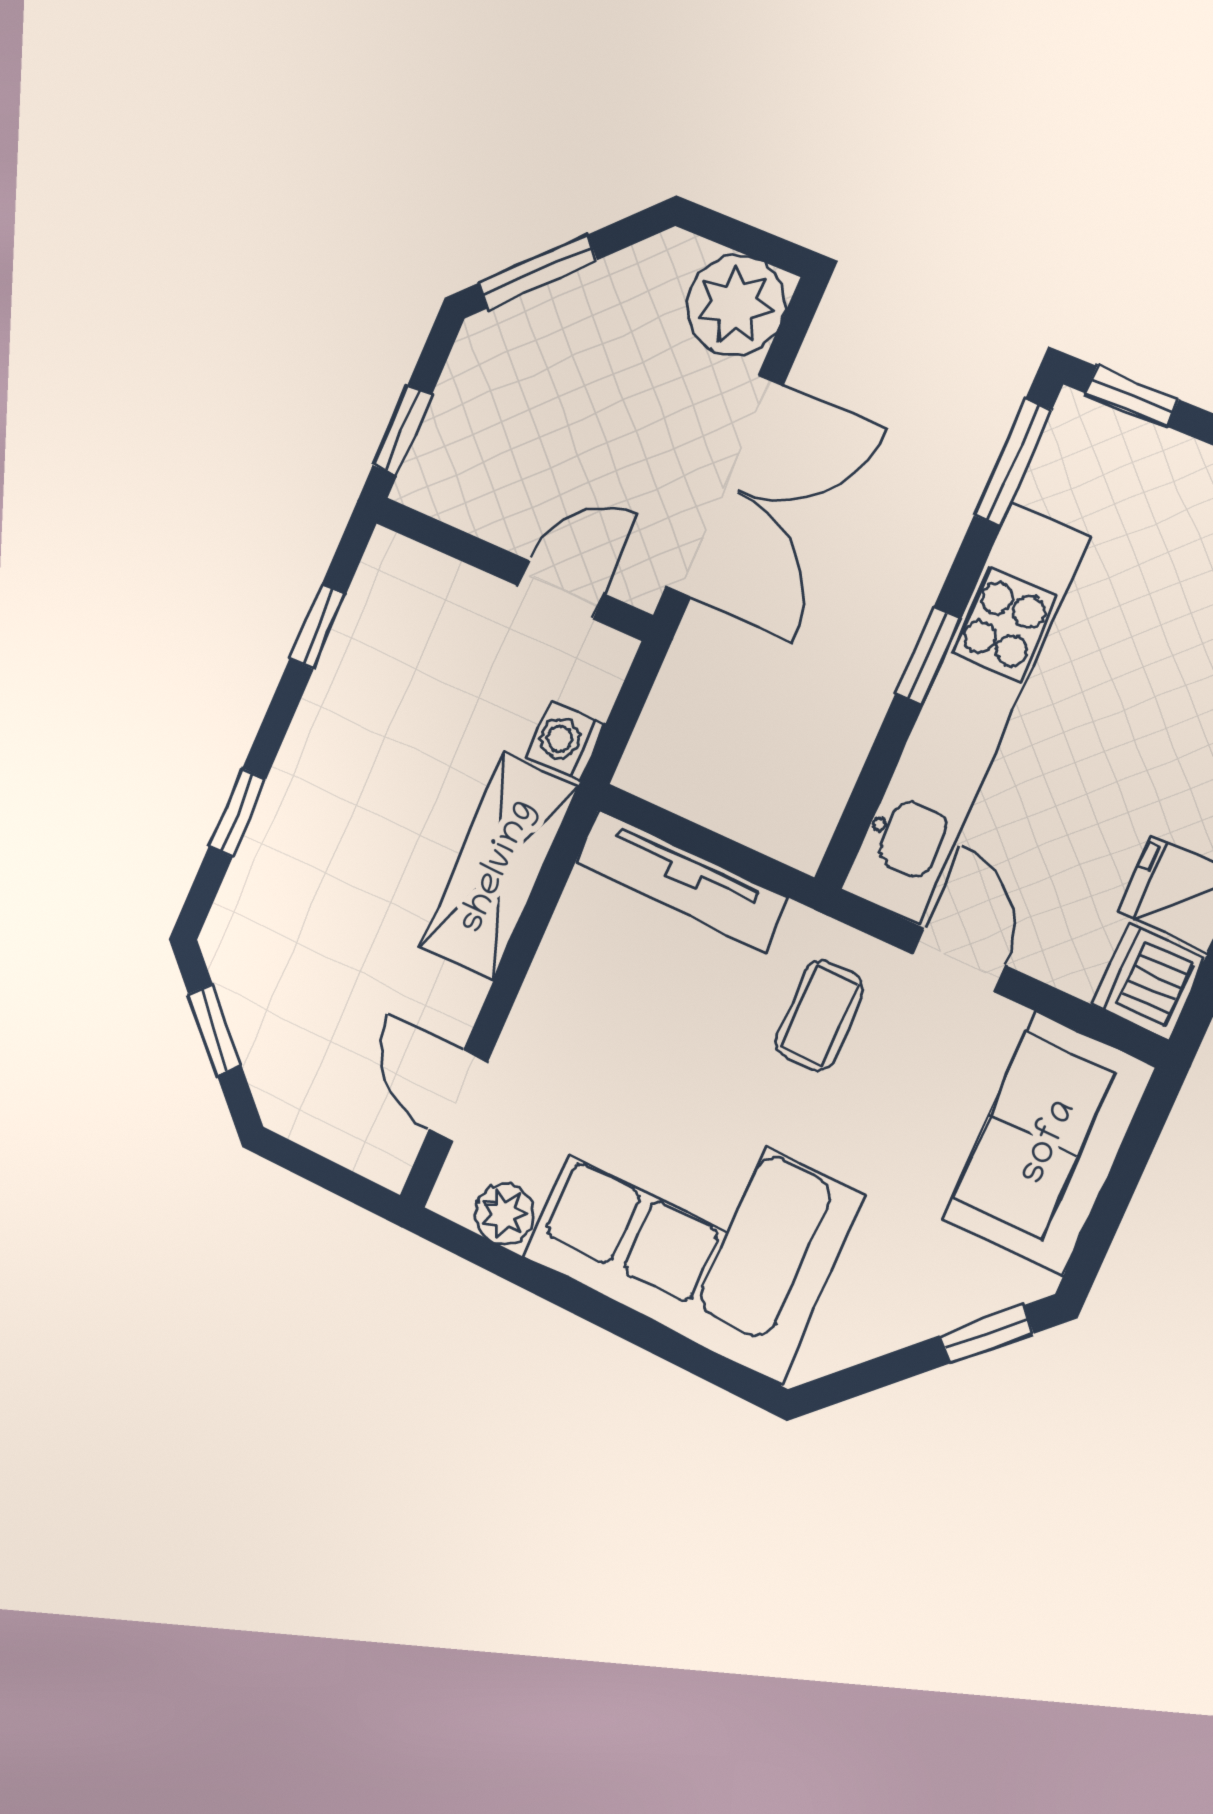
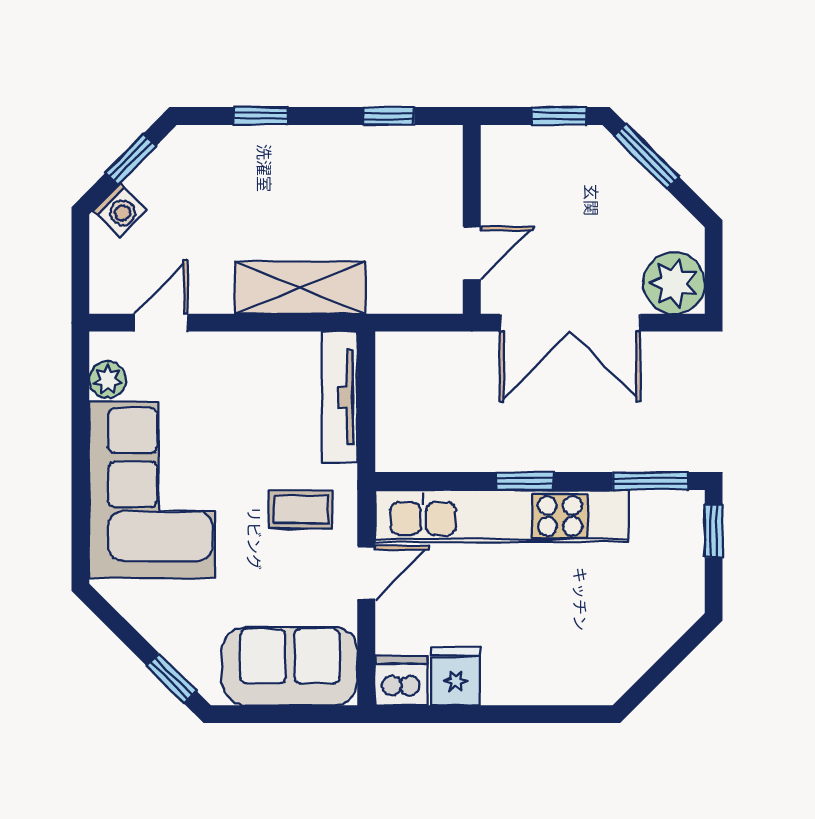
window: (402, 430) -> (559, 116), moved
door: (561, 590) -> (472, 253), hinge flipped
washing machine: (566, 741) -> (120, 210), moved, turned 134

